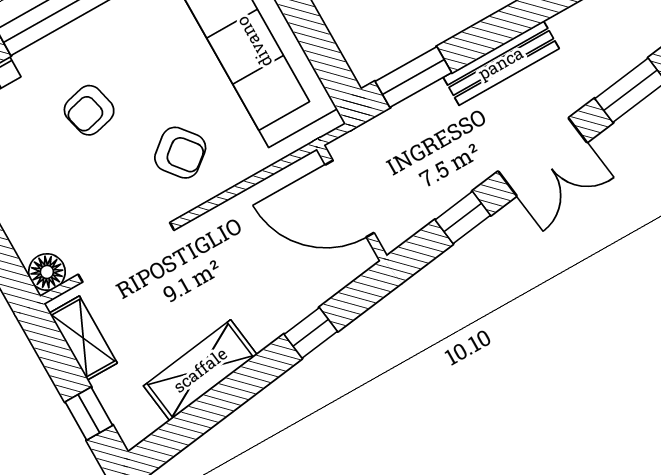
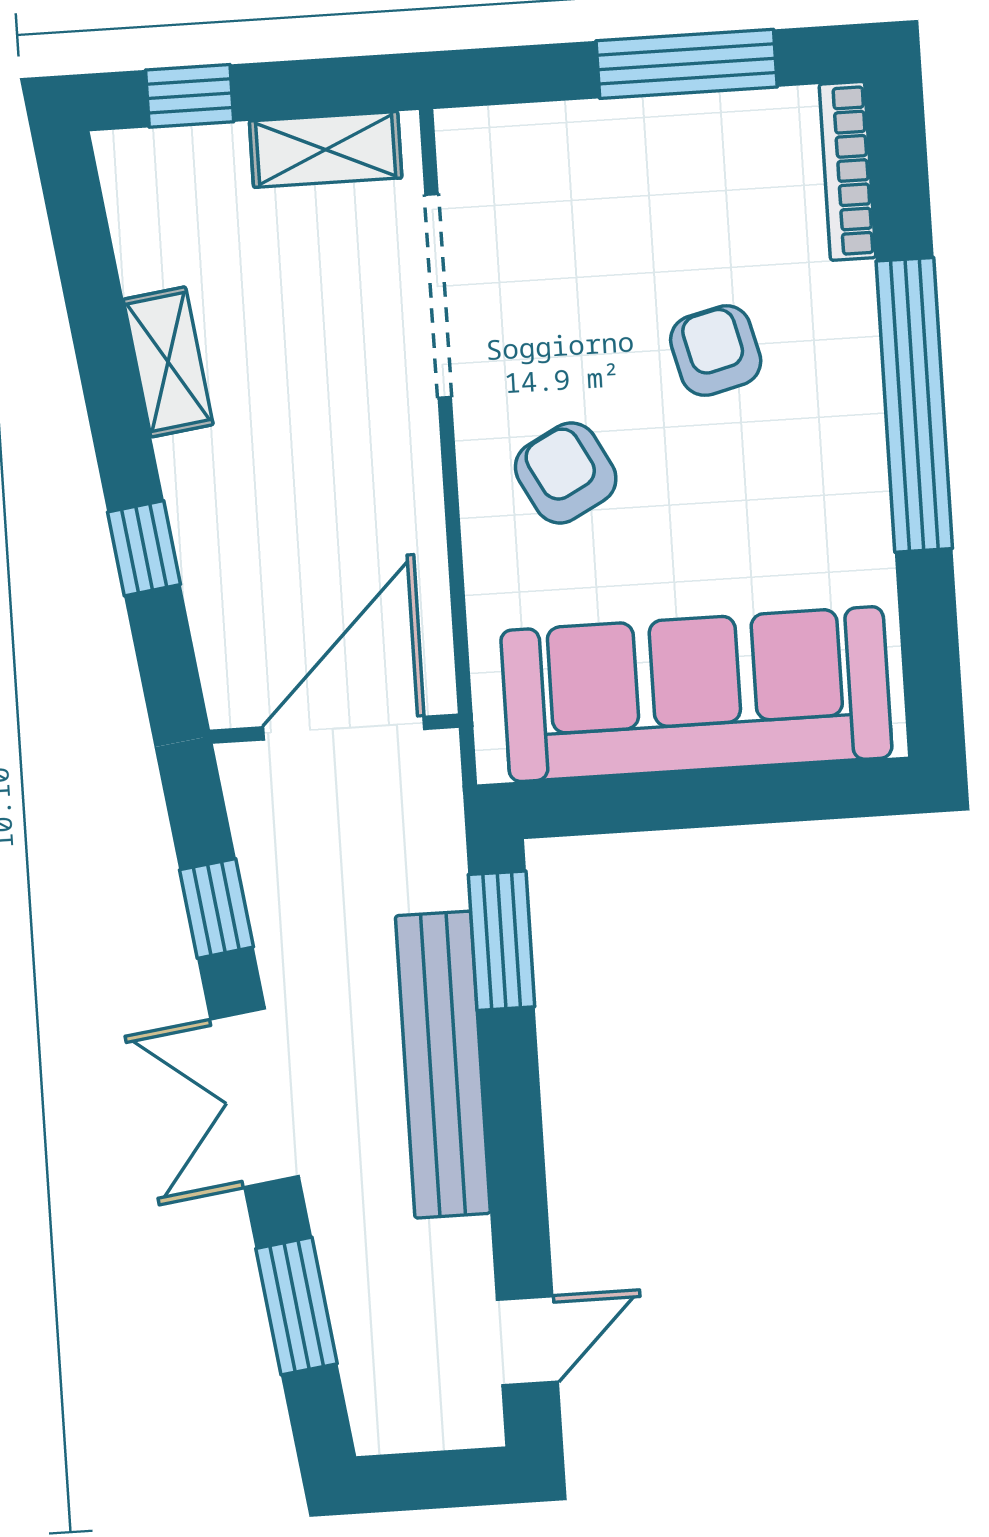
bench: (501, 63) -> (443, 1065), width x1.37, depth x1.21
armchair: (180, 153) -> (566, 473), turned 101
floor lamp: (47, 272) -> (471, 142), removed
shelving: (200, 370) -> (168, 362), width x0.67, depth x0.75

